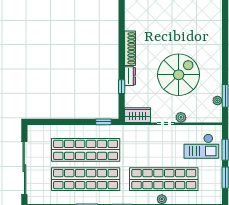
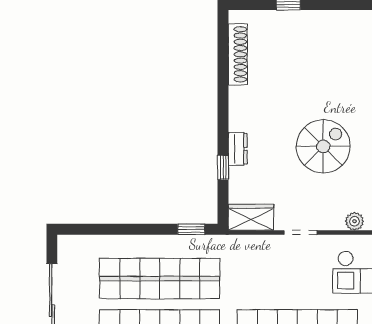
shoe rack: (130, 48) -> (238, 54), moved
spiral stairs: (179, 75) -> (323, 146), width x0.73, depth x0.73
plant: (181, 117) -> (354, 221), moved

